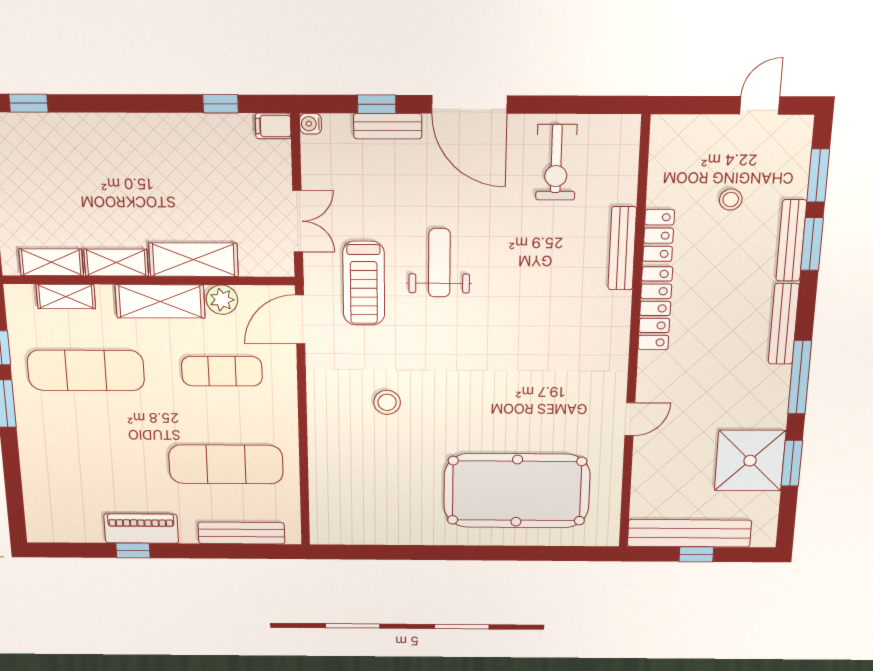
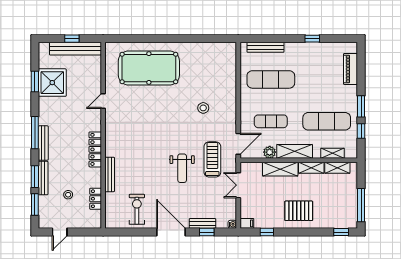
pallet: (141, 157) -> (299, 211), added
locker: (659, 236) -> (96, 199), moved
window: (800, 377) -> (35, 133), moved
piano: (141, 529) -> (351, 69), moved, turned 90

